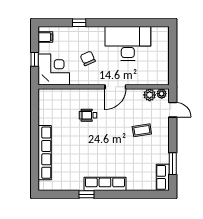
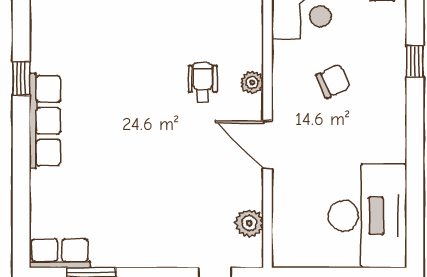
desk: (128, 43) -> (368, 216), moved
plant: (162, 94) -> (252, 83), moved
coffee table: (142, 130) -> (168, 205), removed

